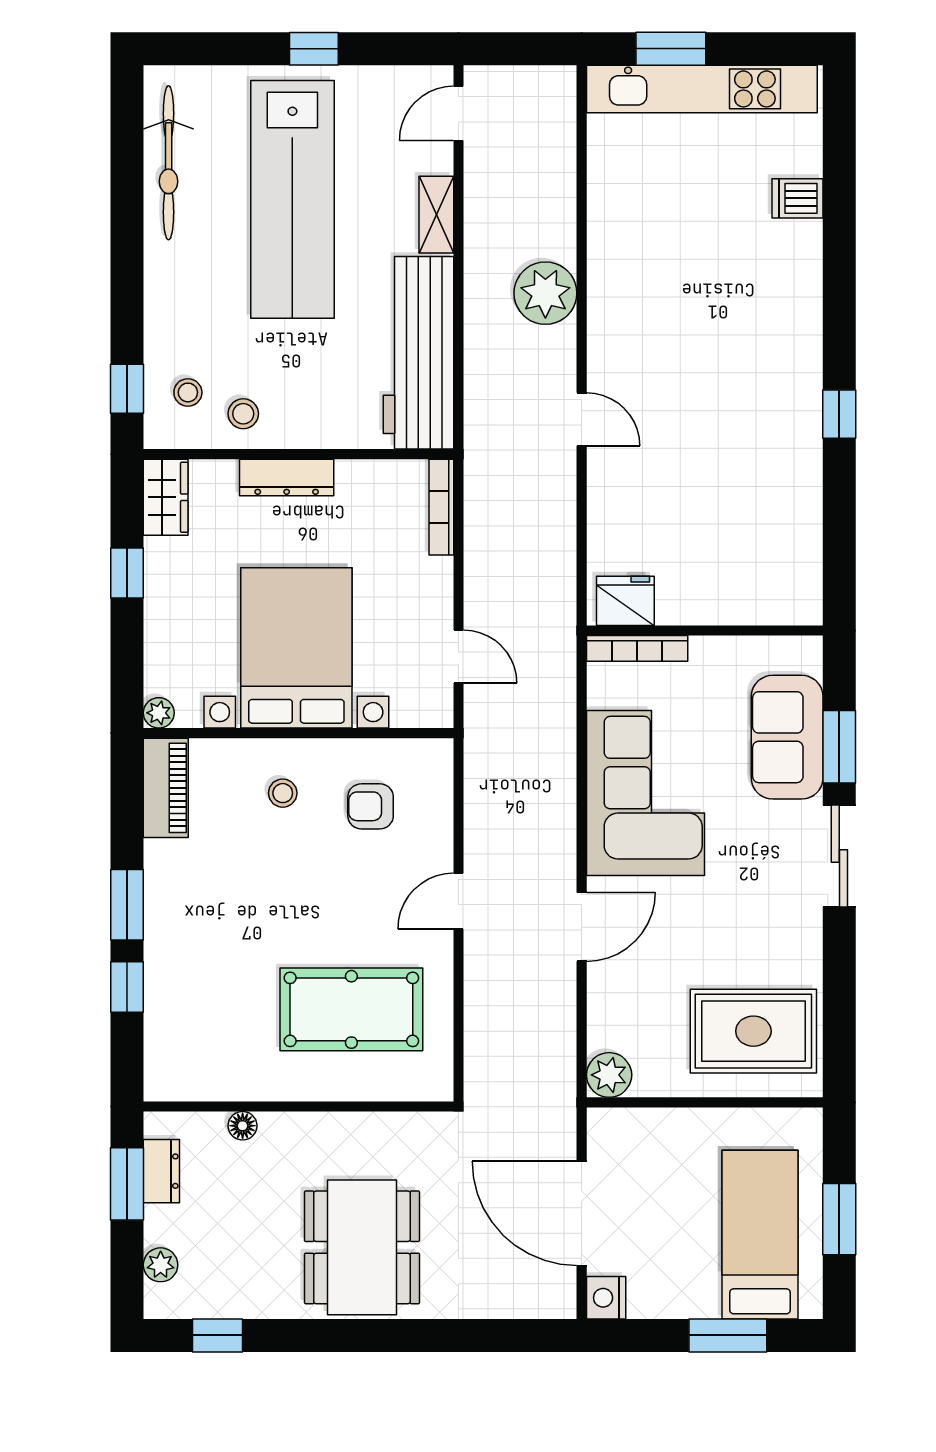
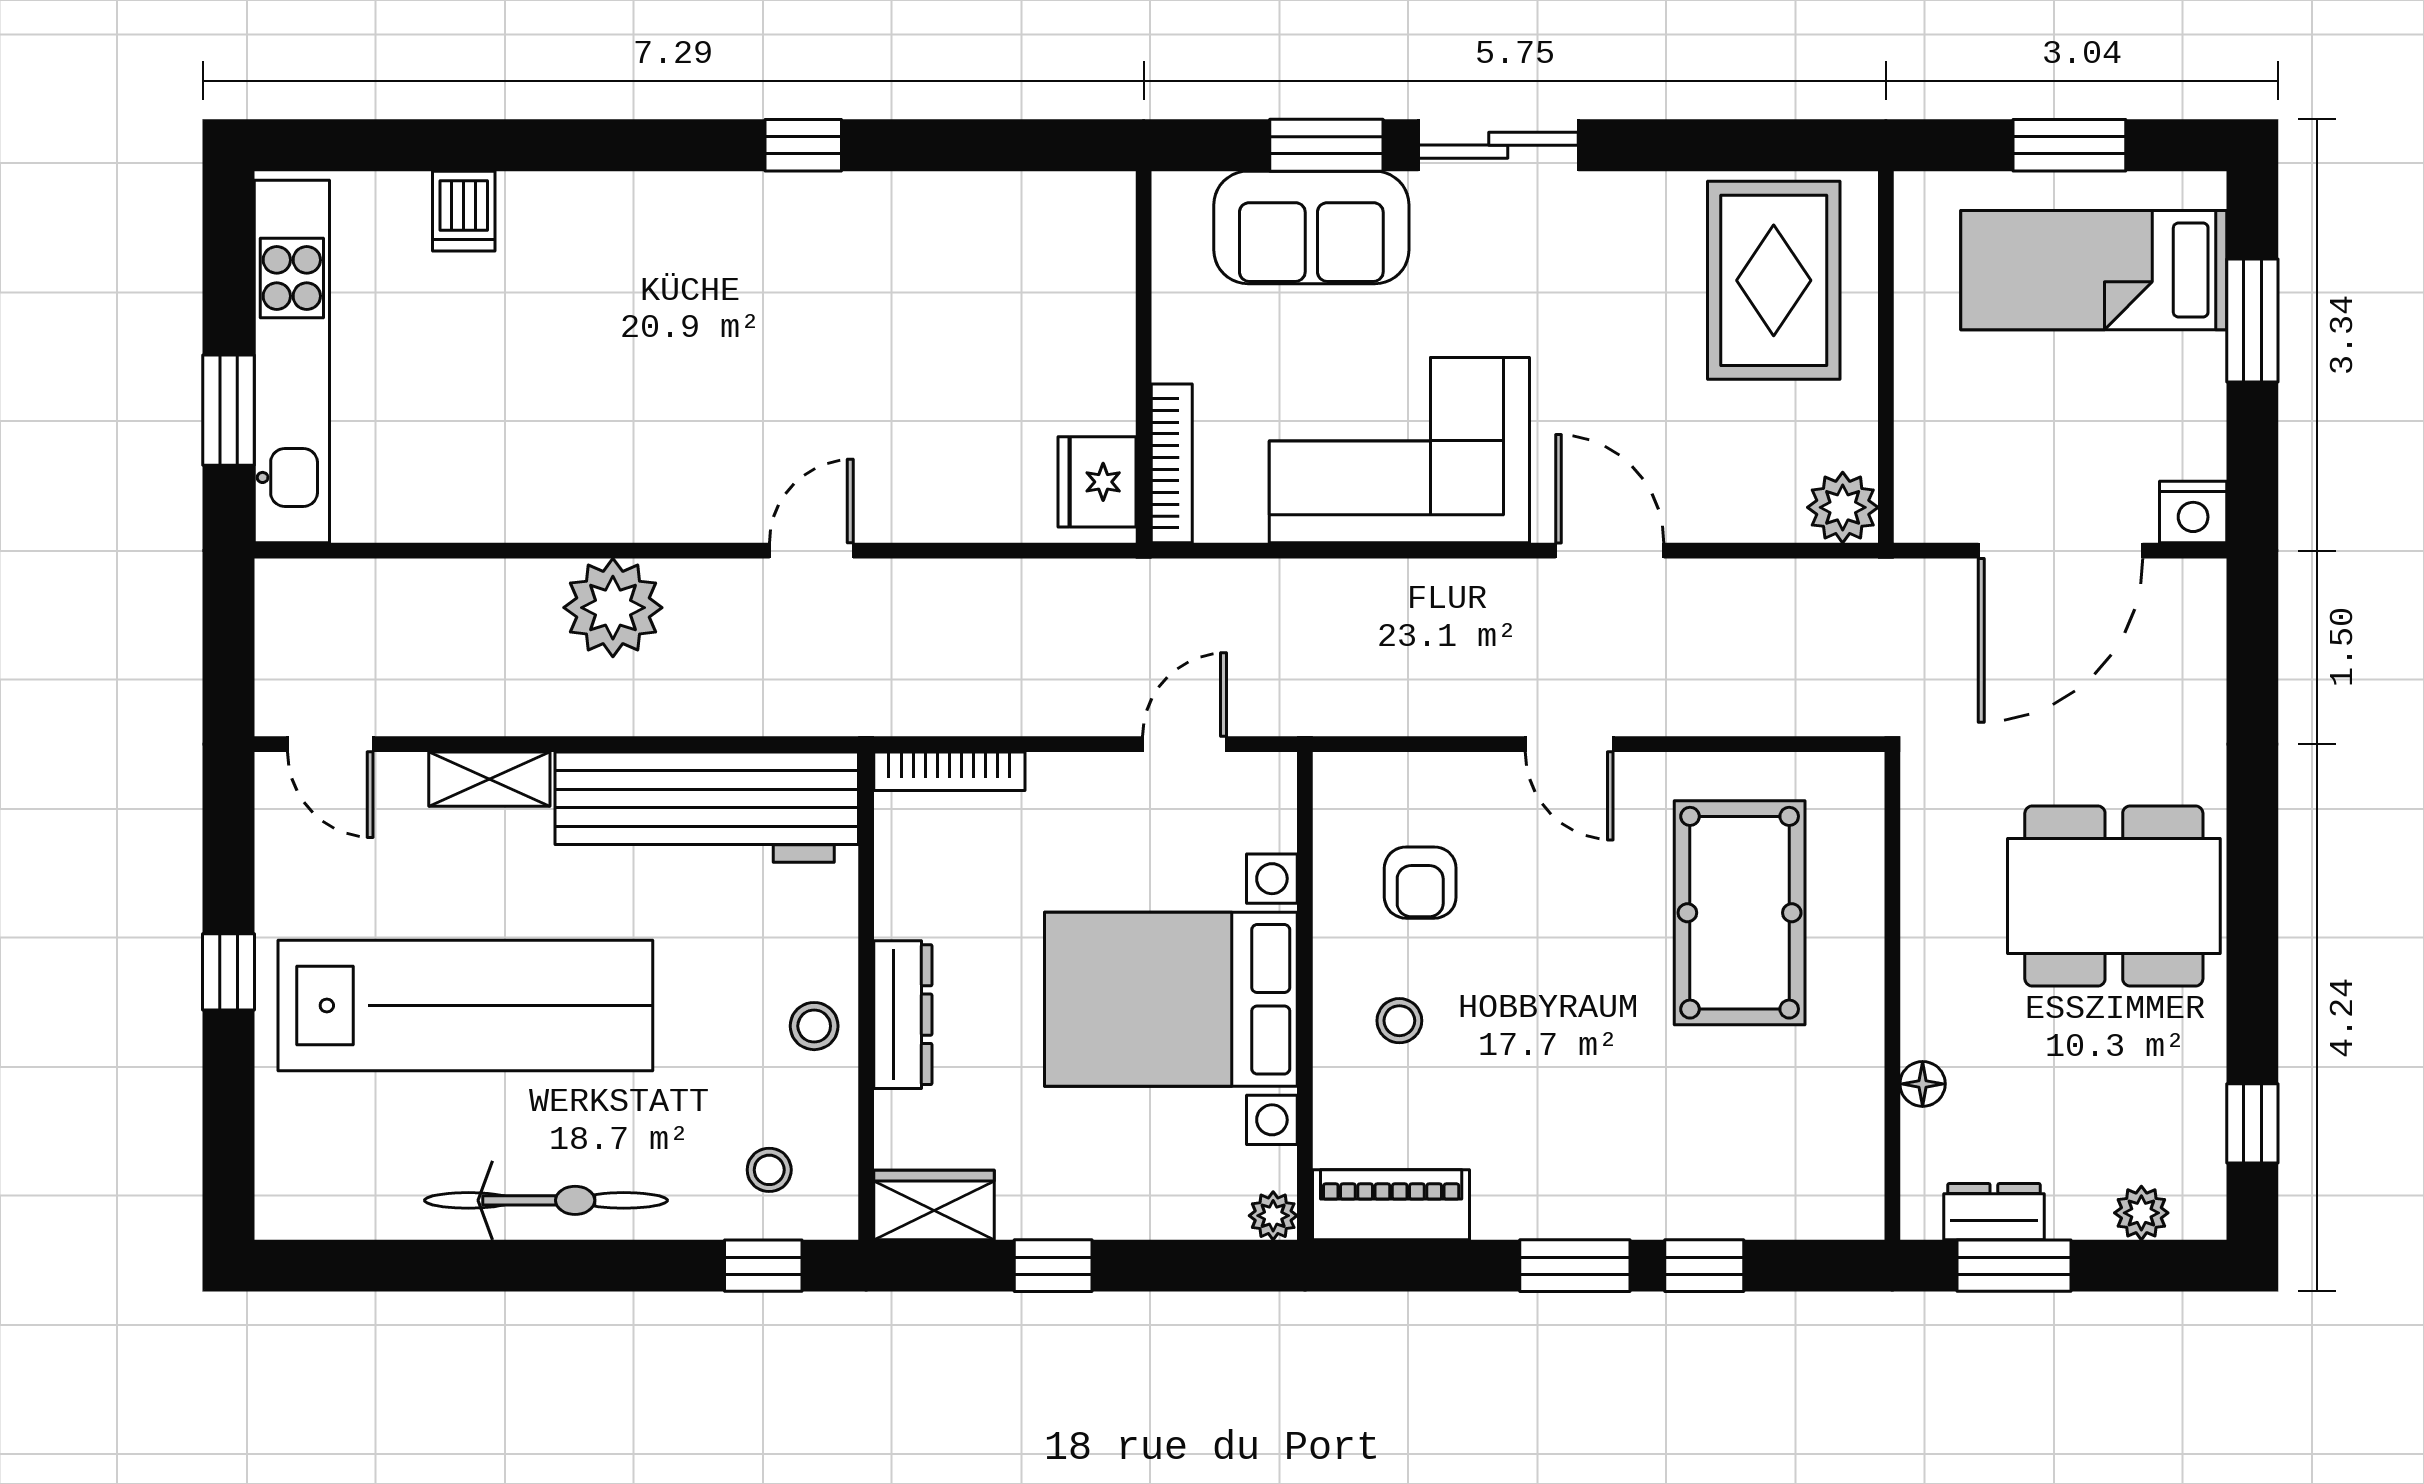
bicycle: (169, 163) -> (546, 1200), moved
stool: (243, 414) -> (814, 1026), moved

